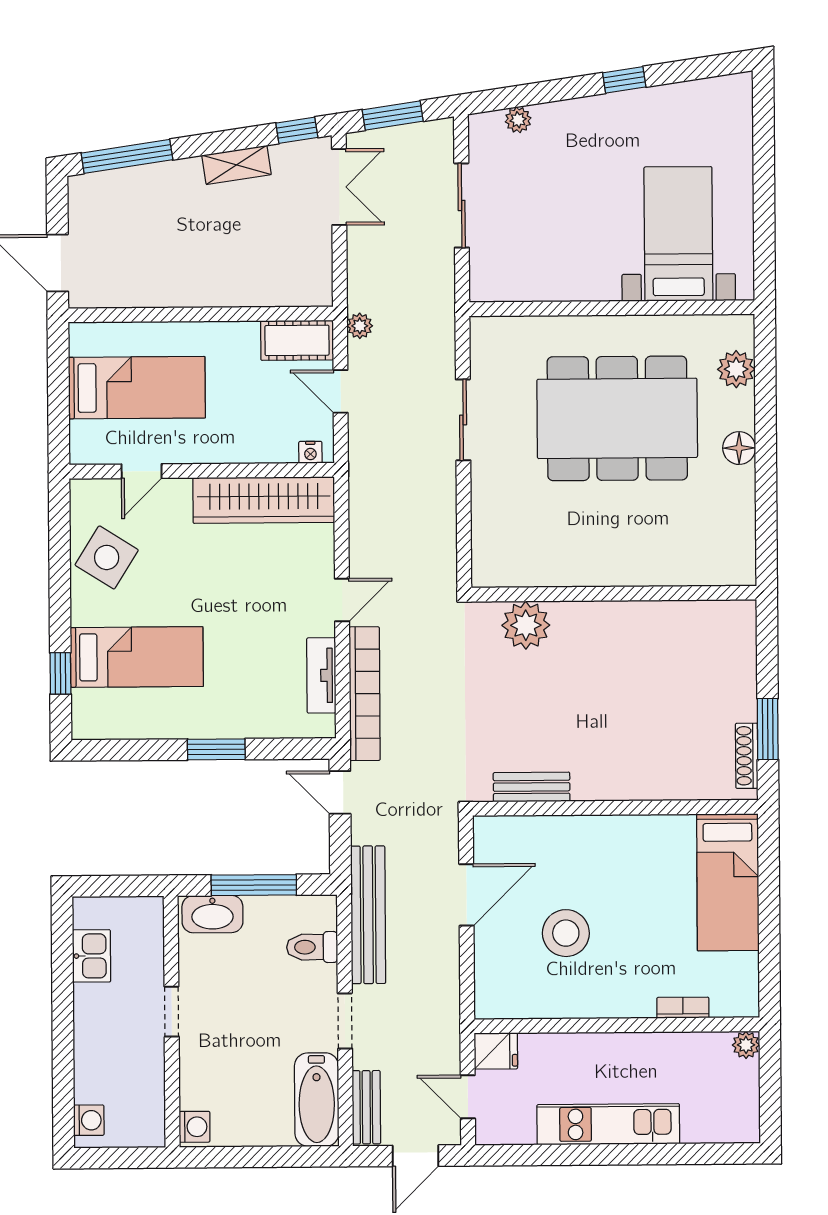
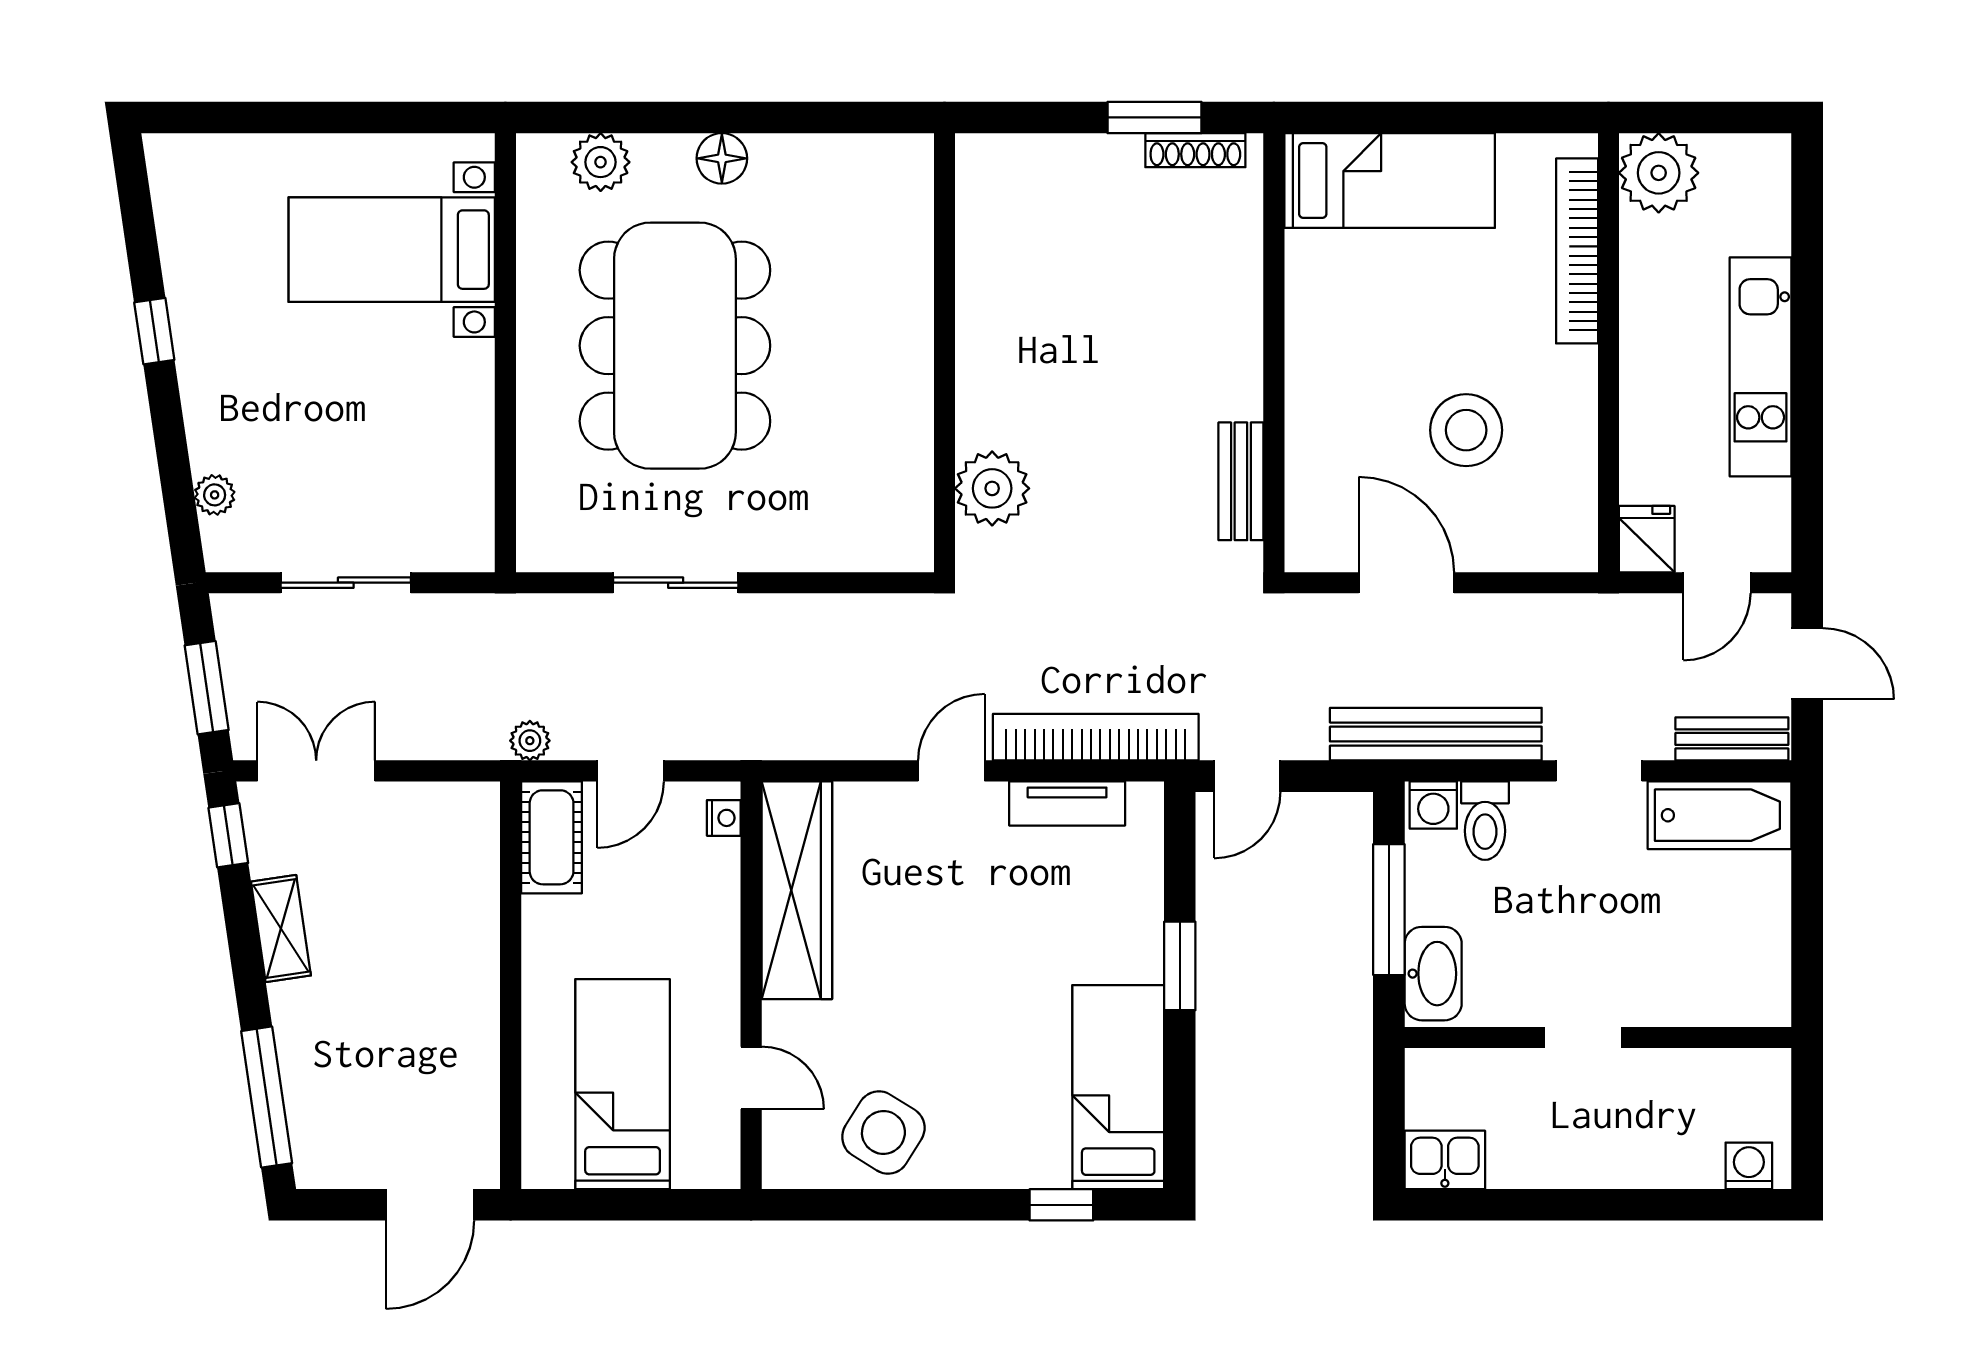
door: (342, 600) -> (951, 771), hinge flipped
bed: (137, 657) -> (1118, 1087), moved
kitchen sink: (92, 956) -> (1445, 1160), moved
bookcase: (683, 1008) -> (1577, 251), width x2.31, depth x1.31
plant: (746, 1045) -> (1659, 173), width x1.87, depth x1.87
washing machine: (195, 1127) -> (1433, 805), moved, turned 180

